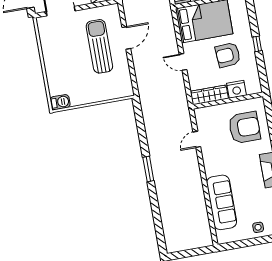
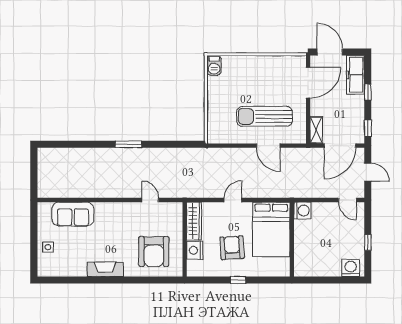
sun lounger: (99, 46) -> (265, 116), turned 180
sofa: (222, 202) -> (73, 214), width x0.73

